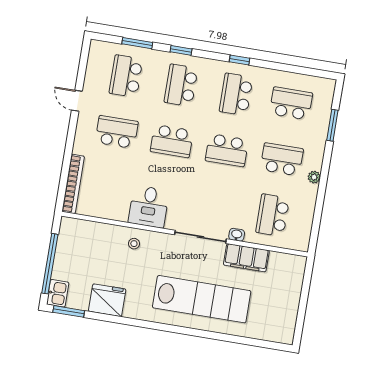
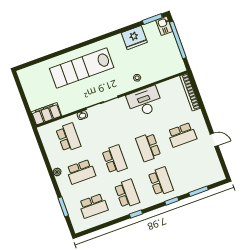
school desk: (126, 76) -> (194, 169), removed
school desk: (172, 141) -> (148, 147), turned -90
school desk: (227, 150) -> (115, 159), turned 90
desk: (149, 207) -> (145, 102), width x1.37
filing cabinet: (246, 258) -> (46, 114), moved

